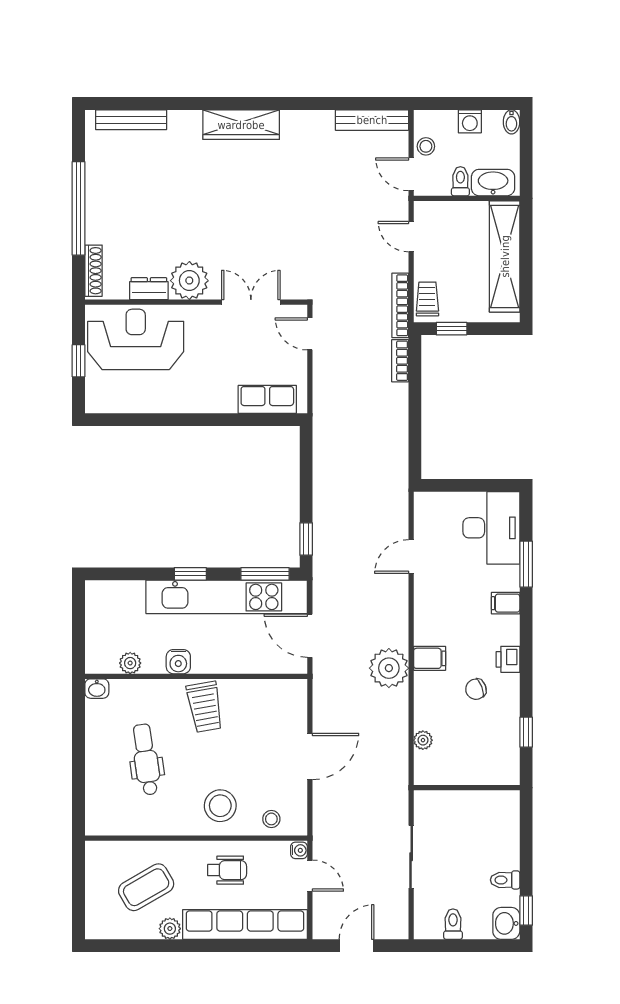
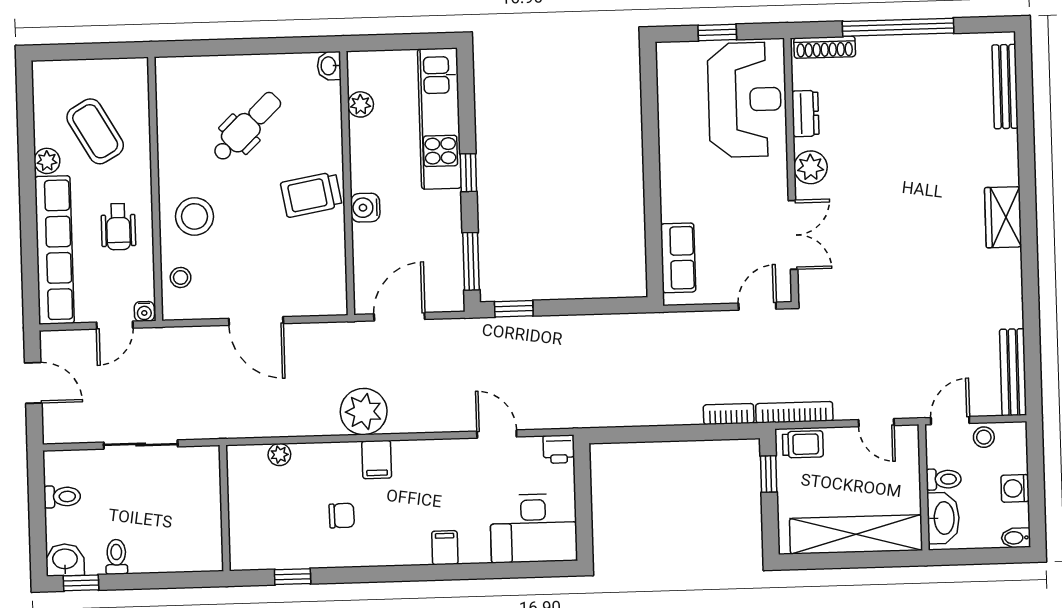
wardrobe: (241, 125) -> (1003, 217), width x0.67
door: (411, 237) -> (876, 423), swing flipped
plant: (189, 281) -> (811, 167), width x0.73, depth x0.73
window: (526, 564) -> (492, 571), removed
kitchen unit: (227, 597) -> (439, 119), moved, width x0.73
printer: (508, 659) -> (559, 449), moved, turned 180
water cooler: (178, 662) -> (365, 208), moved
chair: (476, 689) -> (342, 516), turned 110
dental chair: (146, 759) -> (247, 127), turned -36

